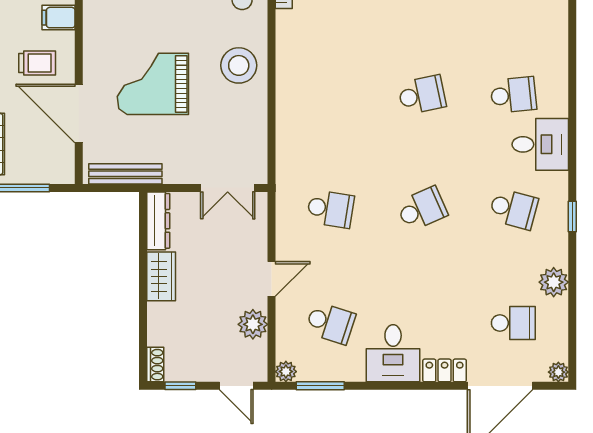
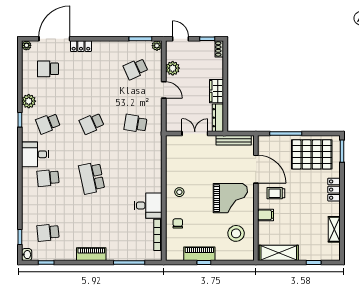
stool: (239, 65) -> (179, 192), width x0.53, depth x0.53
grand piano: (153, 84) -> (230, 198), moved
school desk: (422, 95) -> (92, 178), width x1.85
double door: (228, 188) -> (195, 133), moved
school desk: (513, 209) -> (48, 123), turned -36
door: (272, 279) -> (164, 90), swing flipped
plant: (554, 282) -> (29, 101), moved
school desk: (330, 323) -> (136, 69), turned -42
desk: (393, 353) -> (148, 206), moved, turned 90

